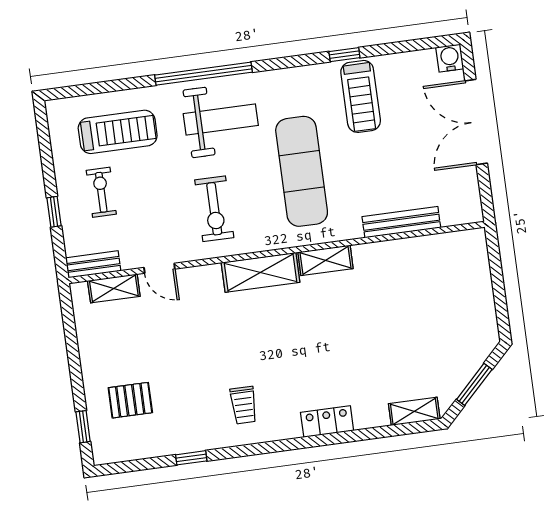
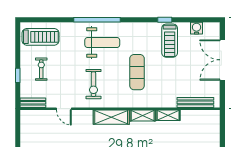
water cooler: (450, 58) -> (197, 28), moved
treadmill: (118, 132) -> (41, 37), moved
exercise mat: (302, 171) -> (137, 72), width x0.73, depth x0.69
bench: (401, 222) -> (195, 102), moved
shelving: (114, 288) -> (168, 115), moved

